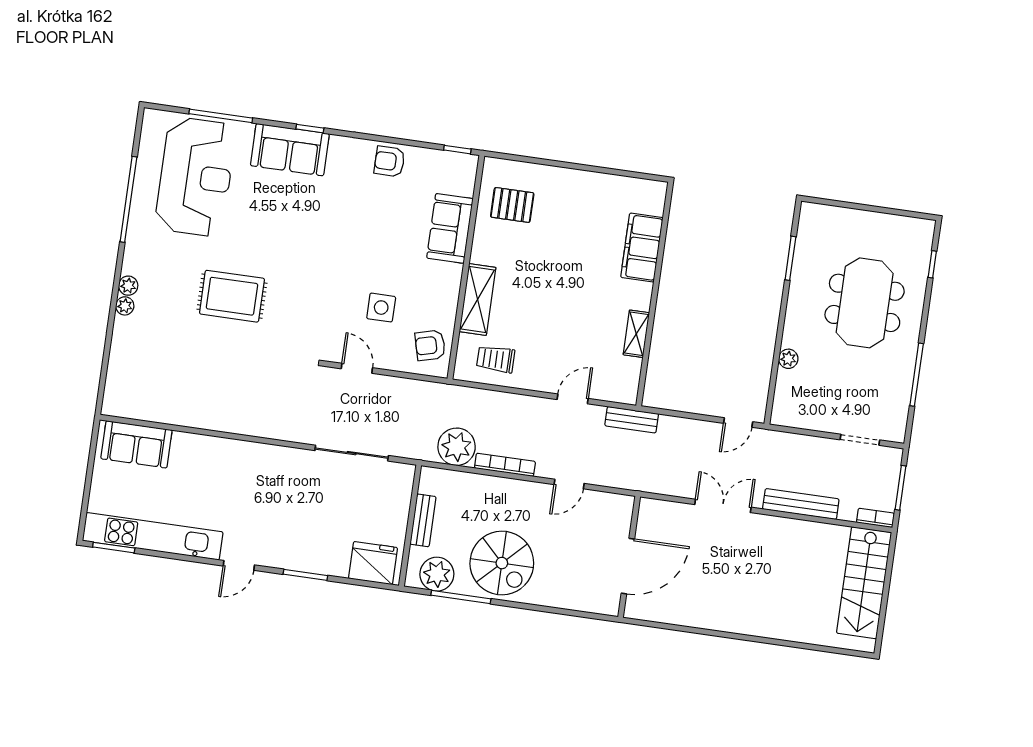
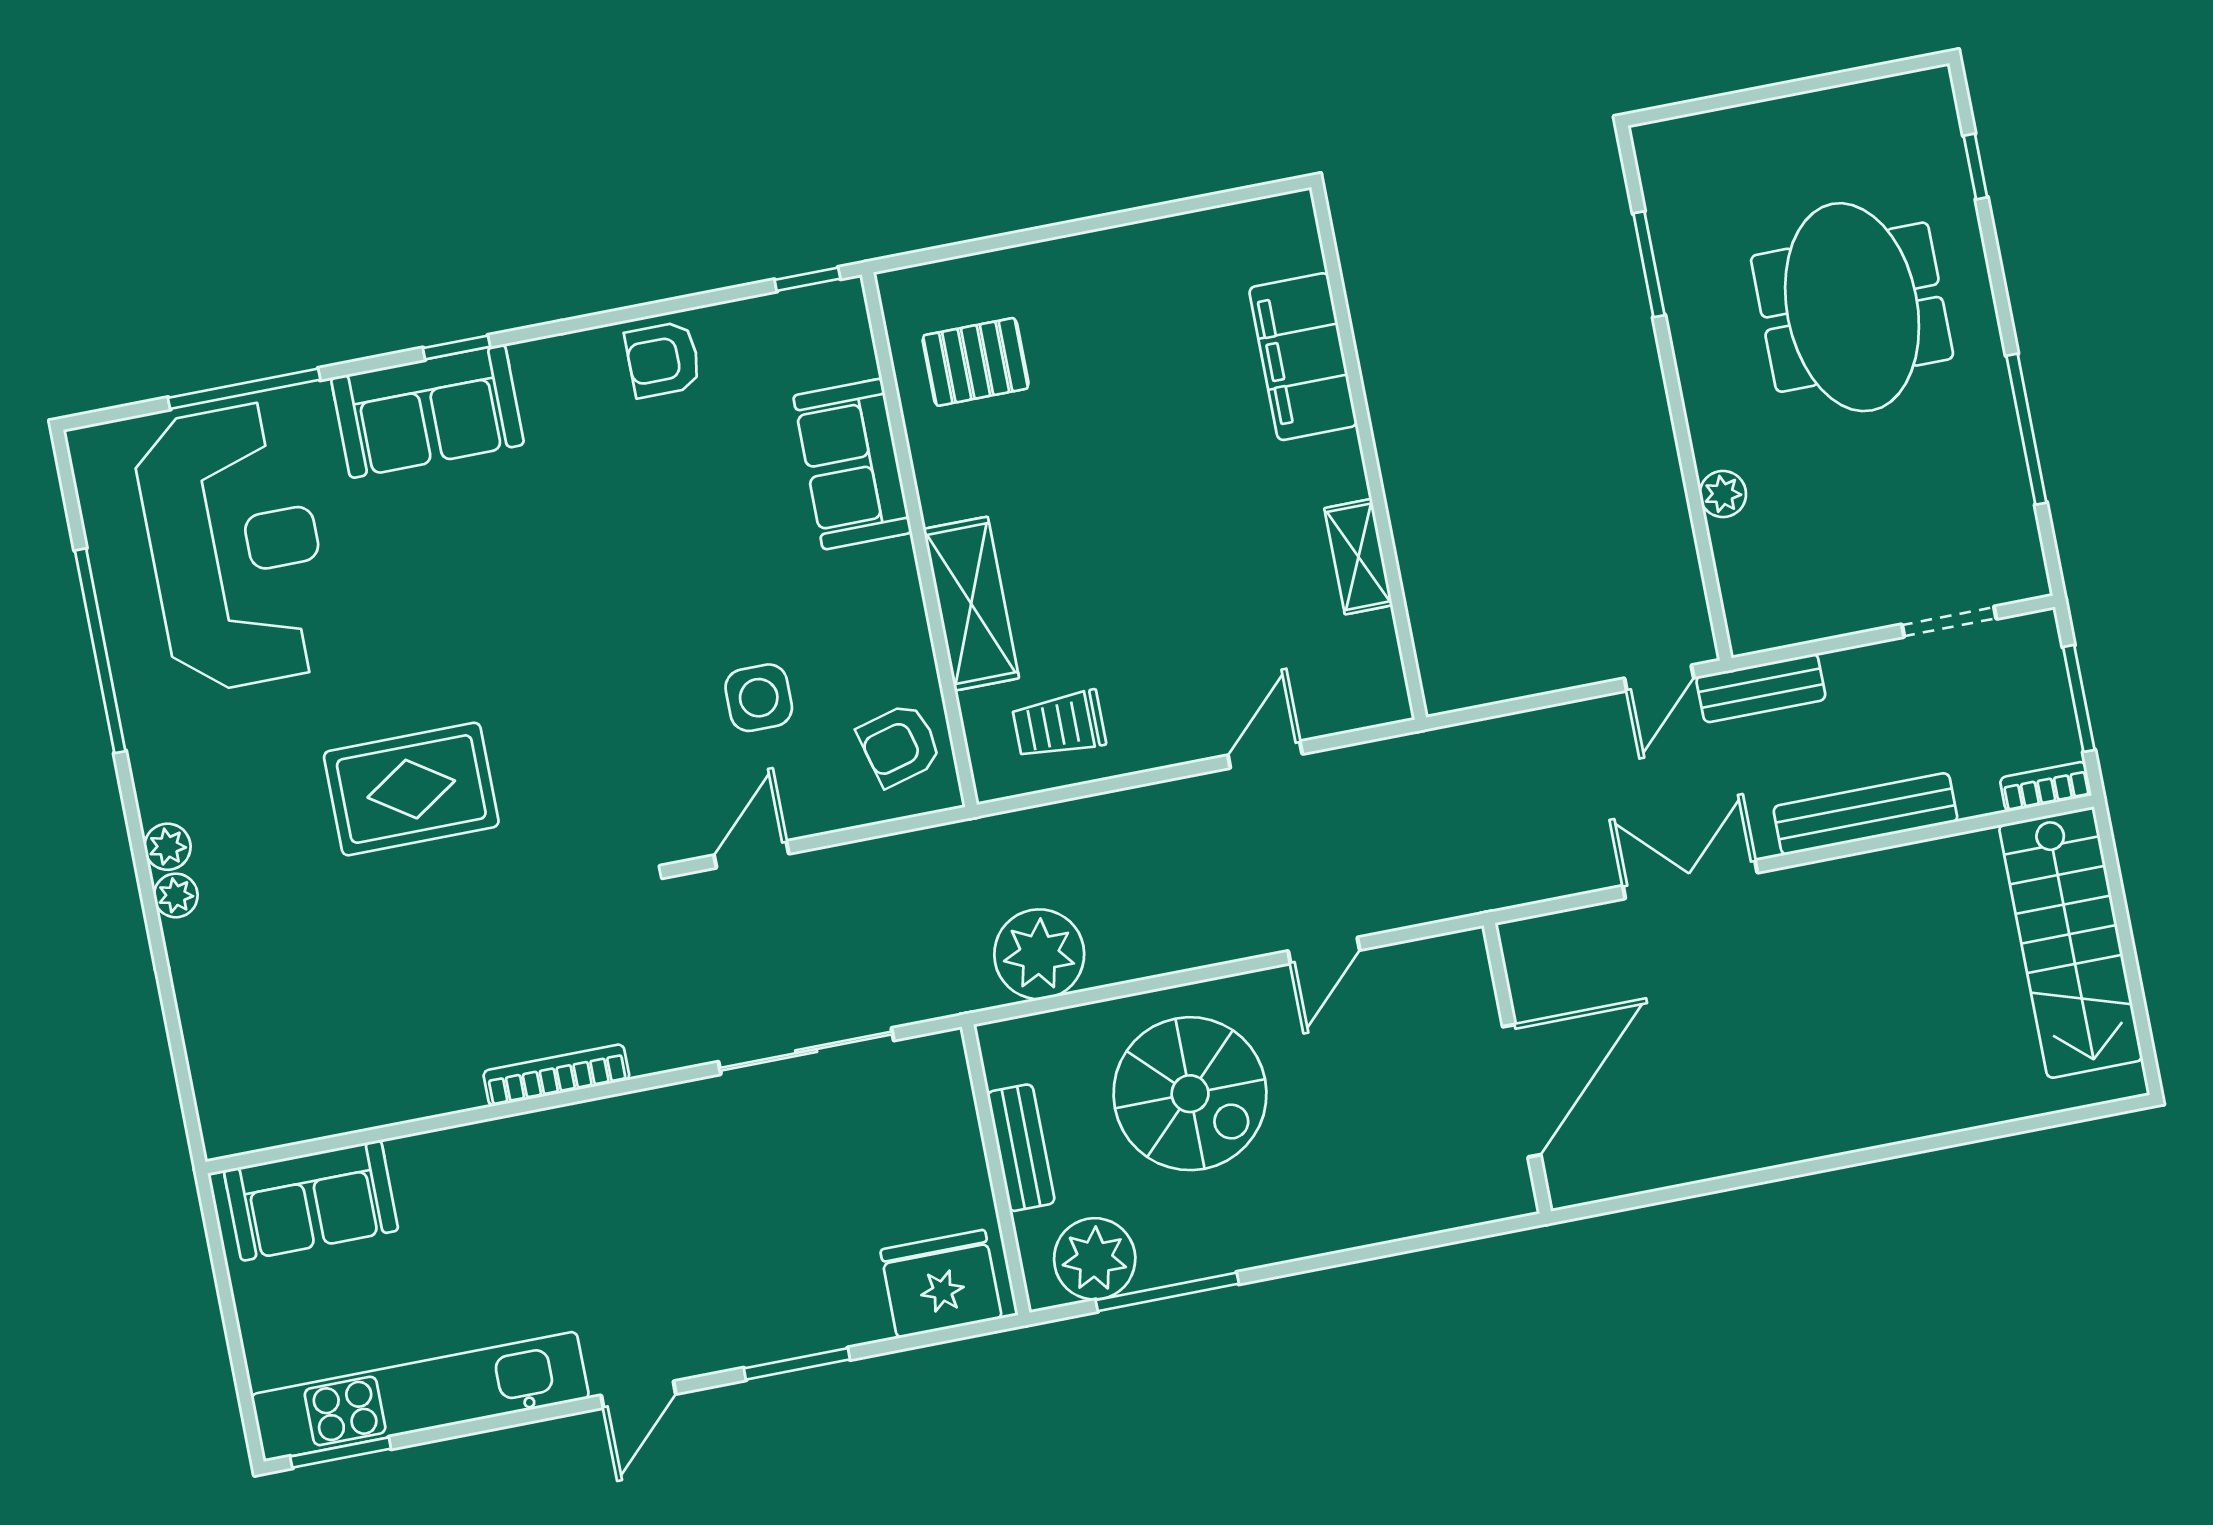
door: (357, 368) -> (751, 854), hinge flipped
bench: (632, 420) -> (1761, 688), moved
bookcase: (505, 465) -> (556, 1075), moved
spiral stairs: (502, 563) -> (1190, 1094), moved

